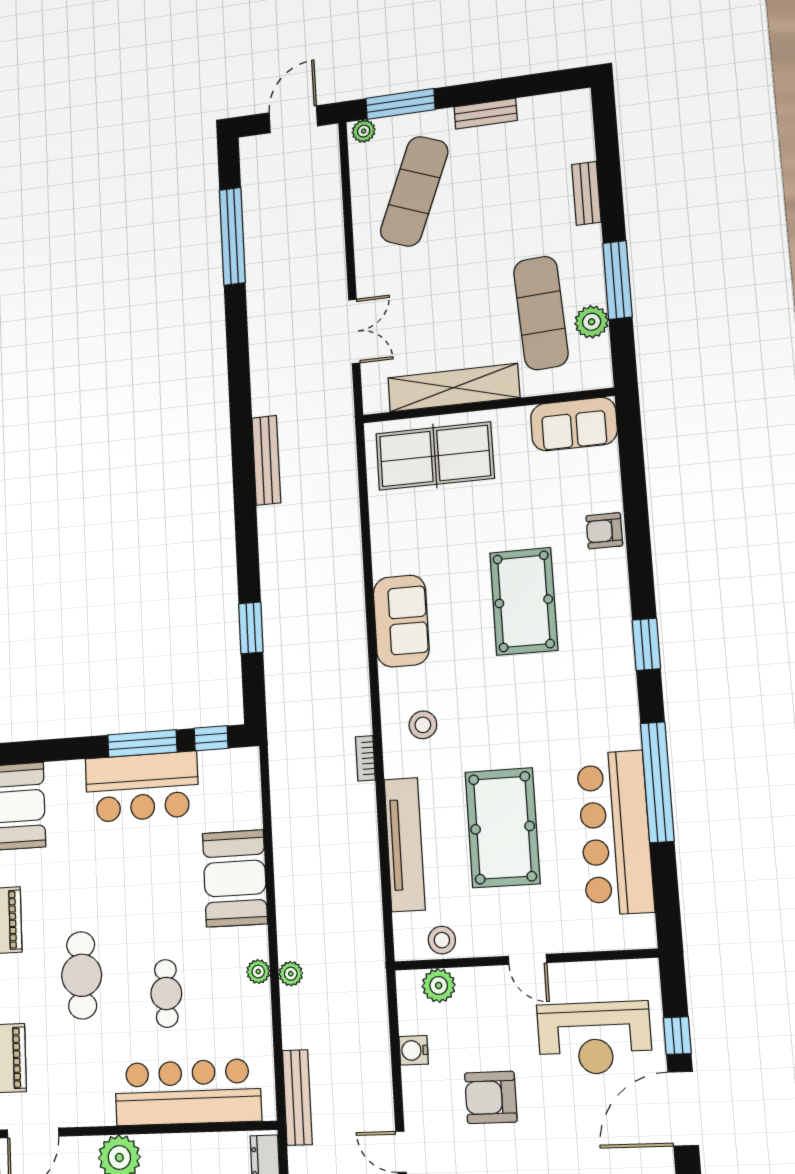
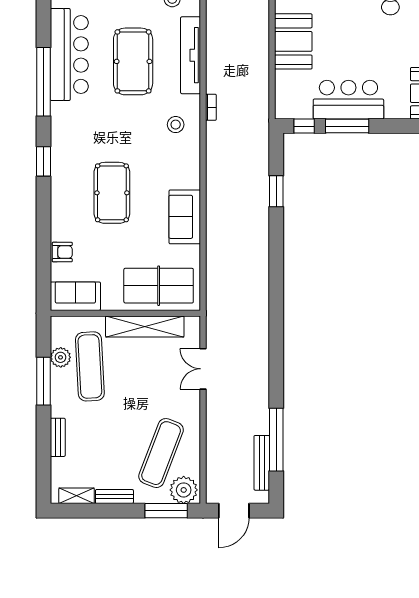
shelving: (548, 106) -> (77, 496), added
plant: (364, 131) -> (184, 490), width x1.88, depth x1.88
bench: (266, 460) -> (262, 463), moved
armchair: (604, 531) -> (62, 252), moved
sofa: (401, 621) -> (185, 217), moved

